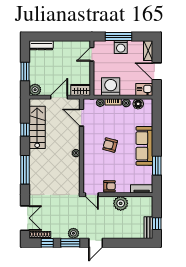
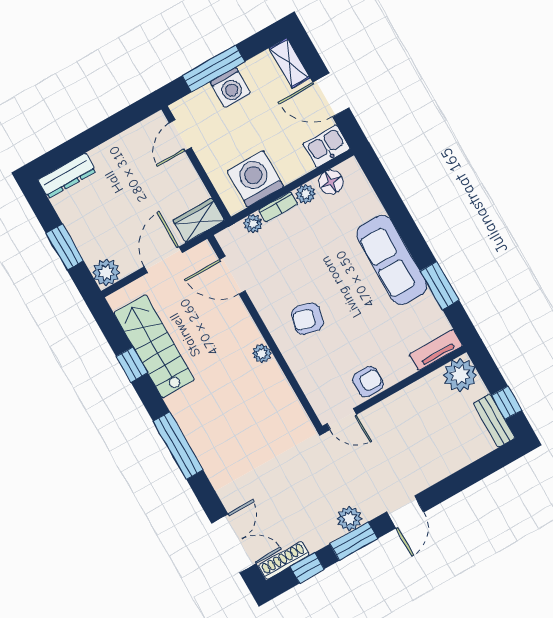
armchair: (110, 145) -> (307, 319), moved
plant: (121, 203) -> (460, 375), moved

